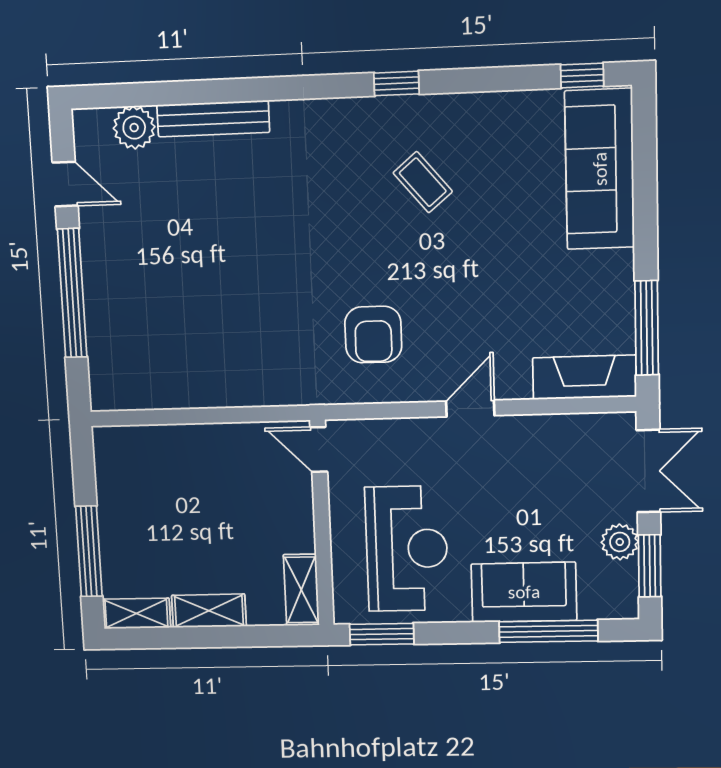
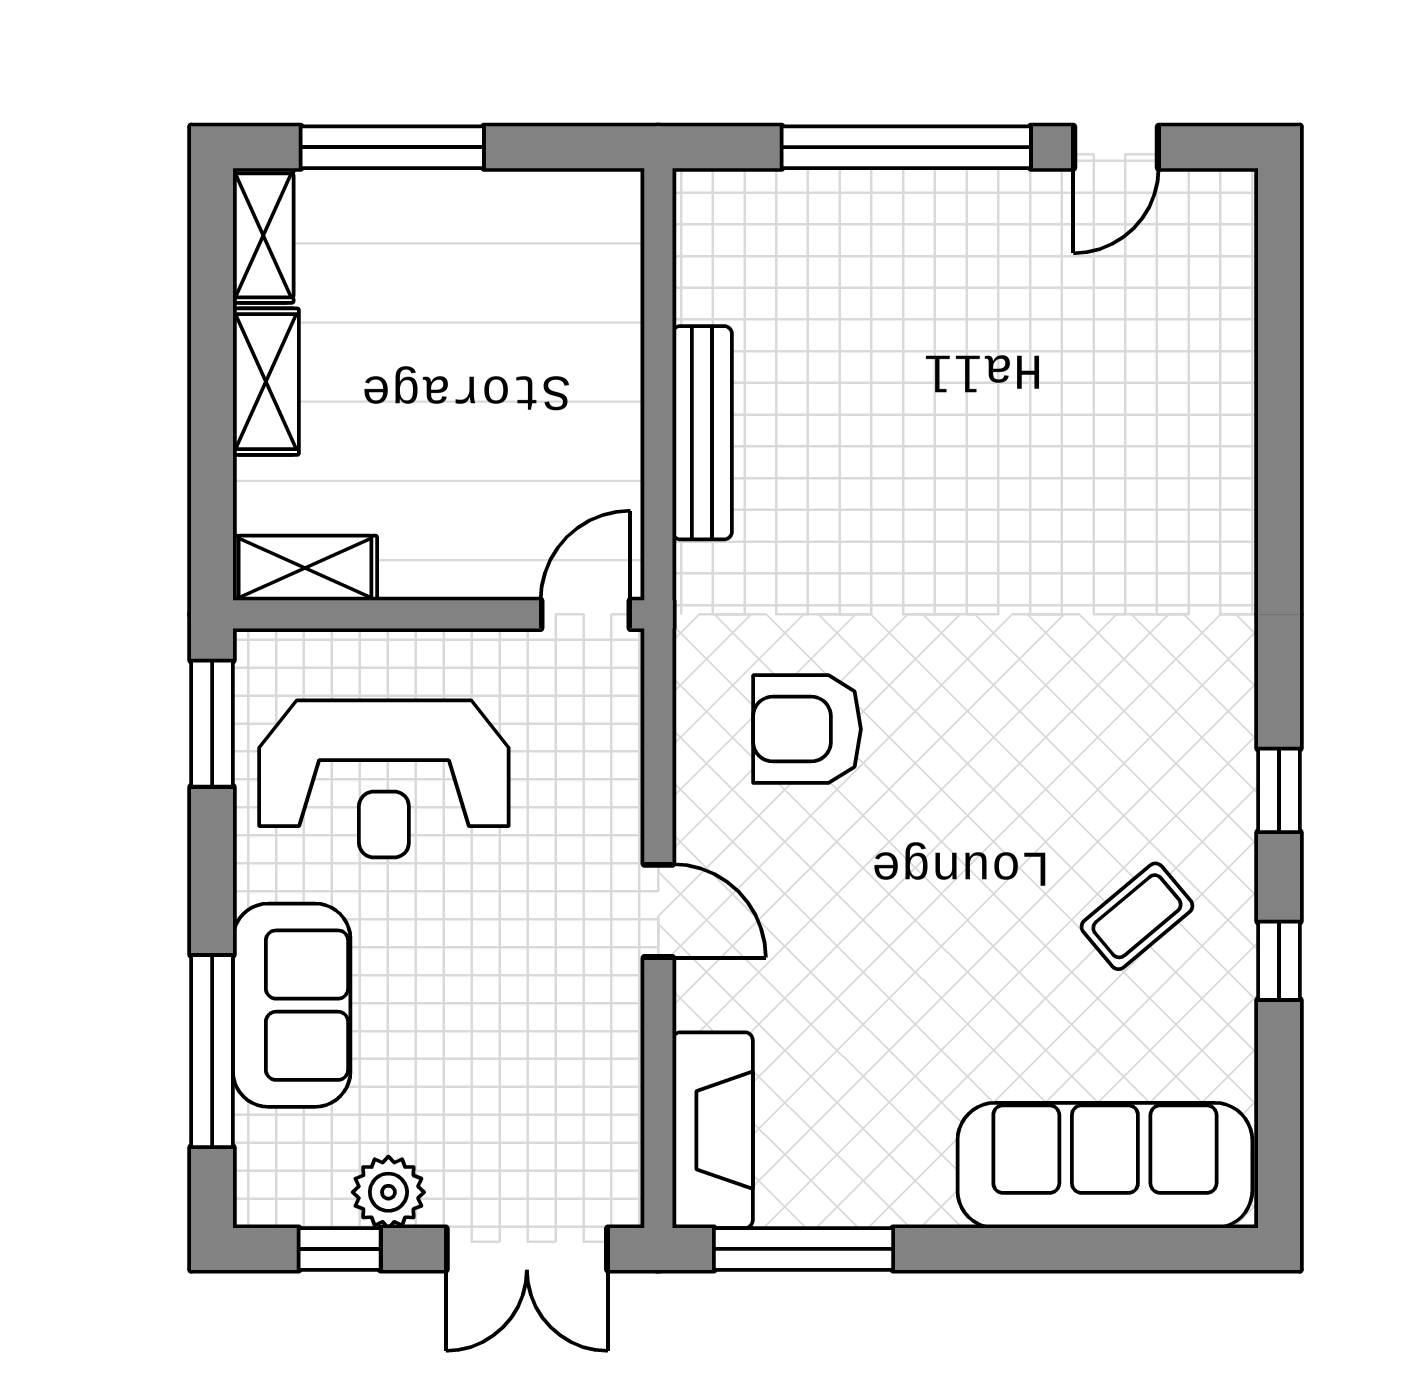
window: (582, 75) -> (1279, 961), moved
bench: (213, 119) -> (702, 433), moved
plant: (134, 128) -> (1218, 288), removed
coffee table: (423, 182) -> (1137, 916), moved
window: (650, 566) -> (340, 1249), width x0.67

